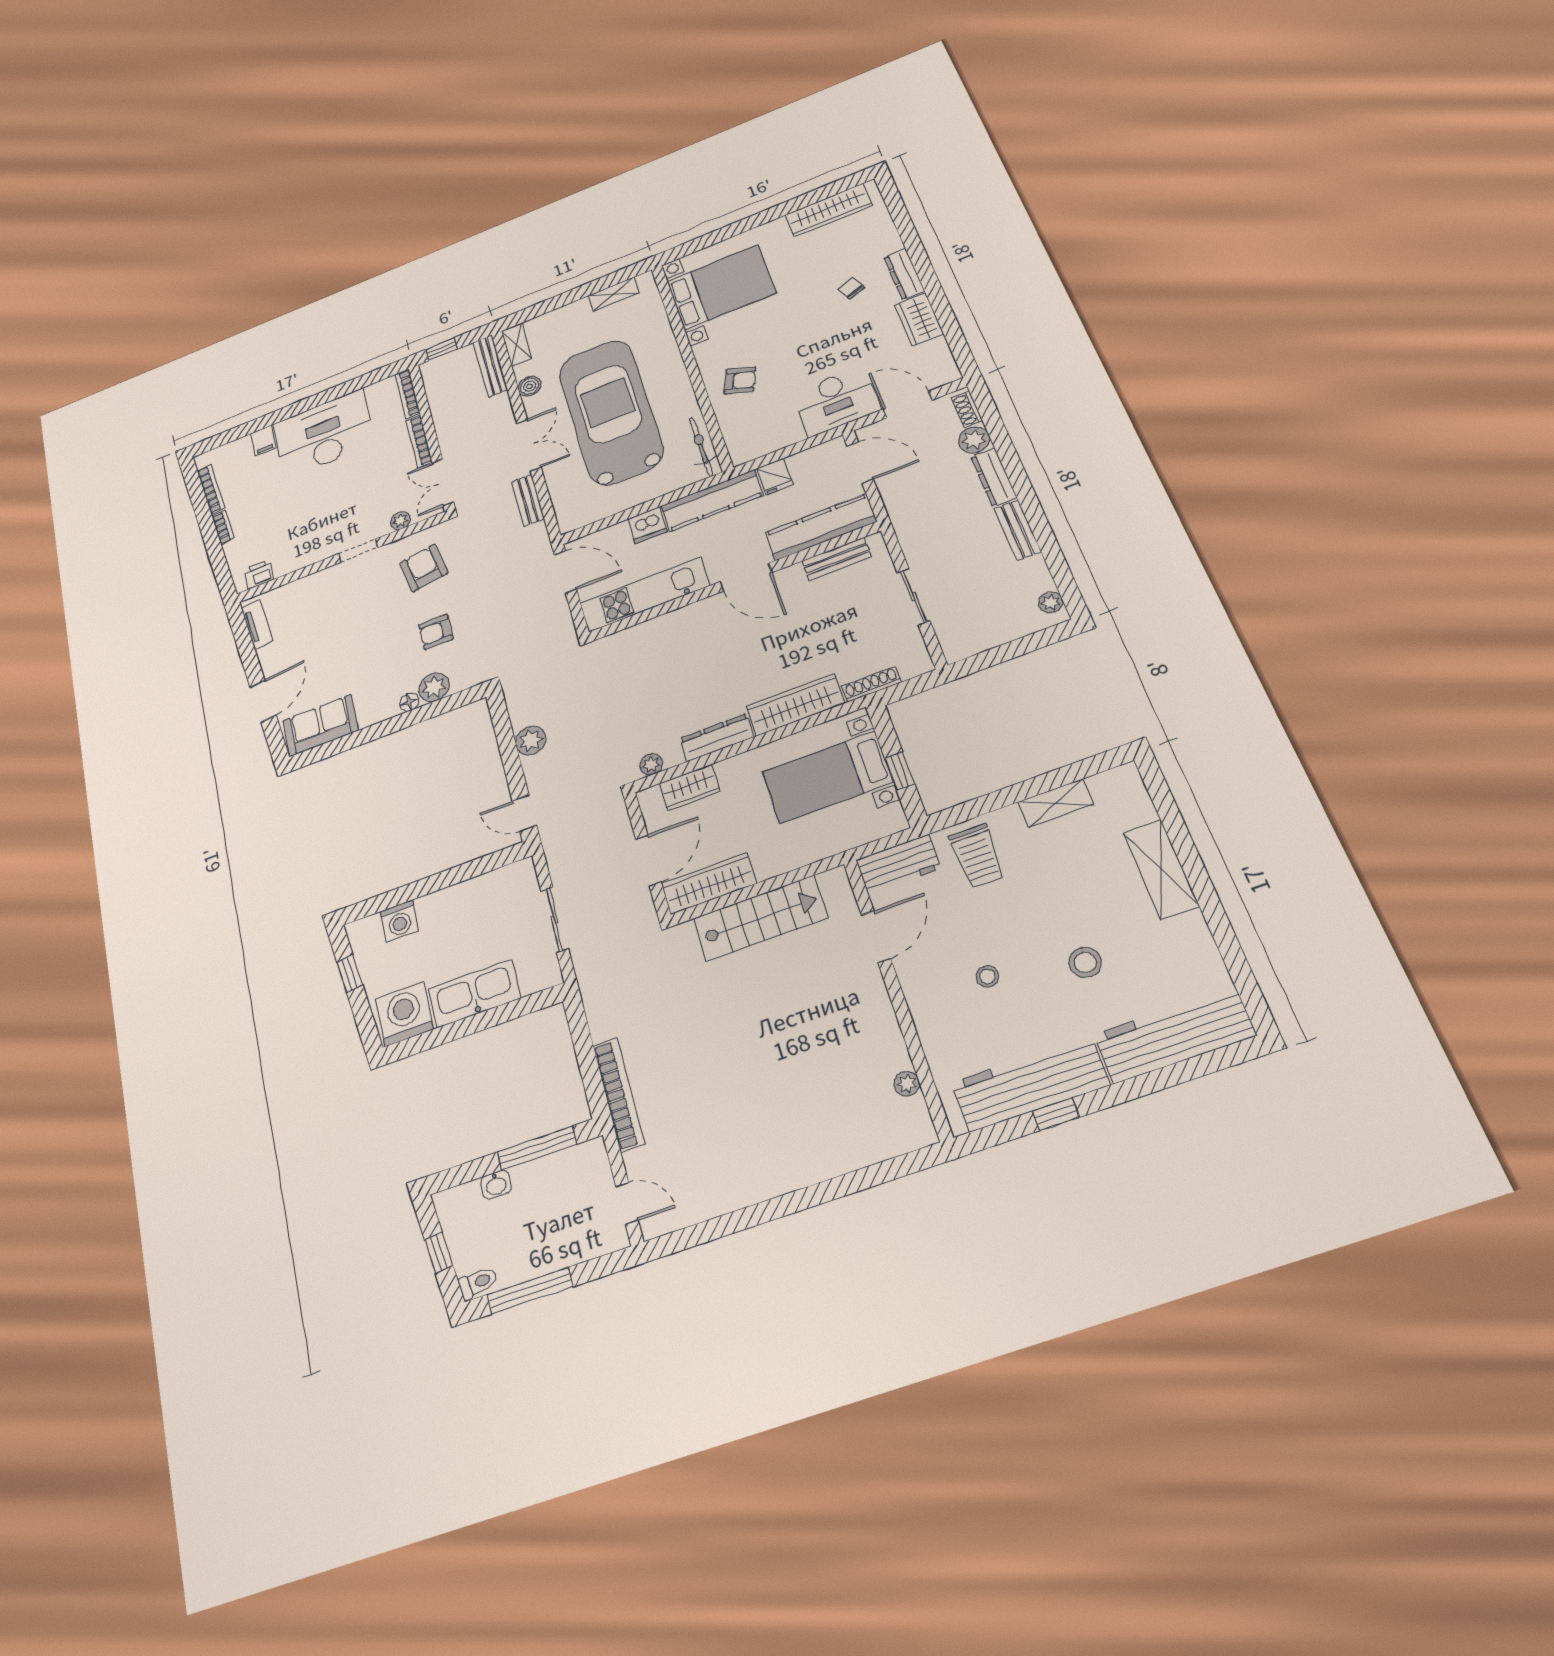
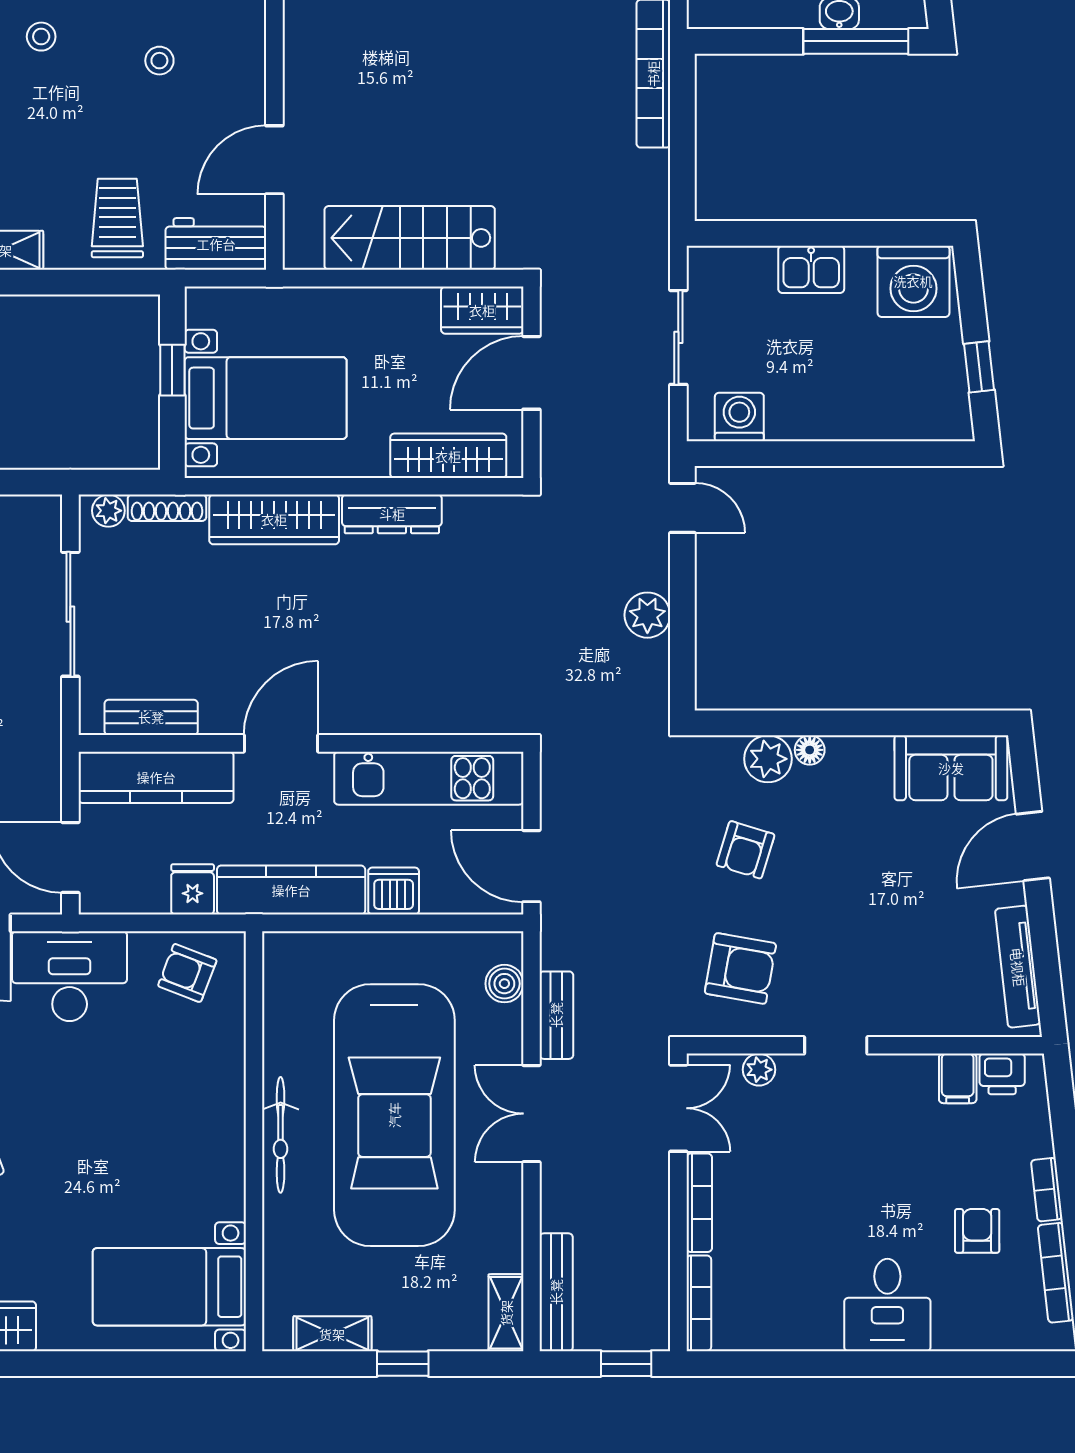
bed with nightstands: (721, 287) -> (169, 1287), width x0.73
window: (569, 297) -> (403, 1364), added
armchair: (740, 380) -> (187, 973), moved
boiler: (530, 386) -> (504, 984), moved
desk: (324, 434) -> (887, 1305), width x0.53, depth x0.77
filing cabinet: (263, 441) -> (958, 1078), moved, turned 180
bicycle: (701, 447) -> (281, 1135), moved
armchair: (258, 491) -> (977, 1231), added
armchair: (424, 568) -> (740, 968), turned -71
door: (746, 577) -> (281, 743), hinge flipped
sliding door: (914, 597) -> (70, 614), width x1.37
tv unit: (257, 625) -> (1018, 967), width x1.41
armchair: (436, 632) -> (746, 850), turned 107
plant: (651, 764) -> (108, 511), moved
wardrobe: (690, 787) -> (448, 456), width x1.50
wardrobe: (709, 883) -> (482, 310), width x0.67
washing machine: (399, 921) -> (739, 417), moved
stool: (1085, 962) -> (41, 37), width x0.73, depth x0.73
kitchen sink: (474, 993) -> (811, 269), width x0.53, depth x0.81
window: (537, 1148) -> (856, 41), moved

